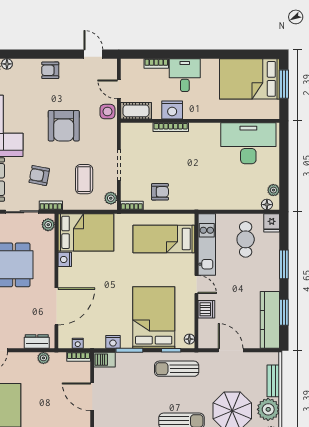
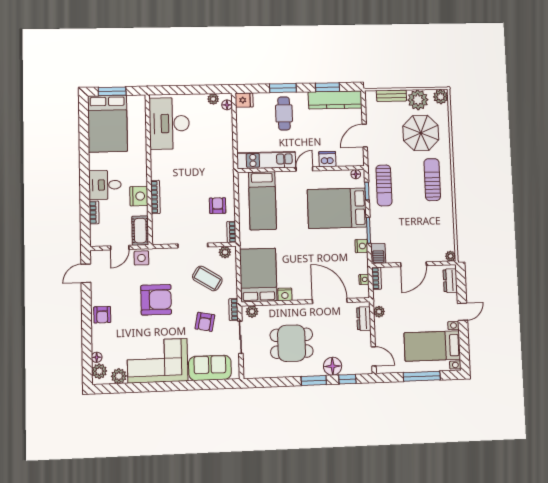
coffee table: (84, 179) -> (207, 278), turned 32
cafe table: (246, 239) -> (284, 113), moved, turned 90

